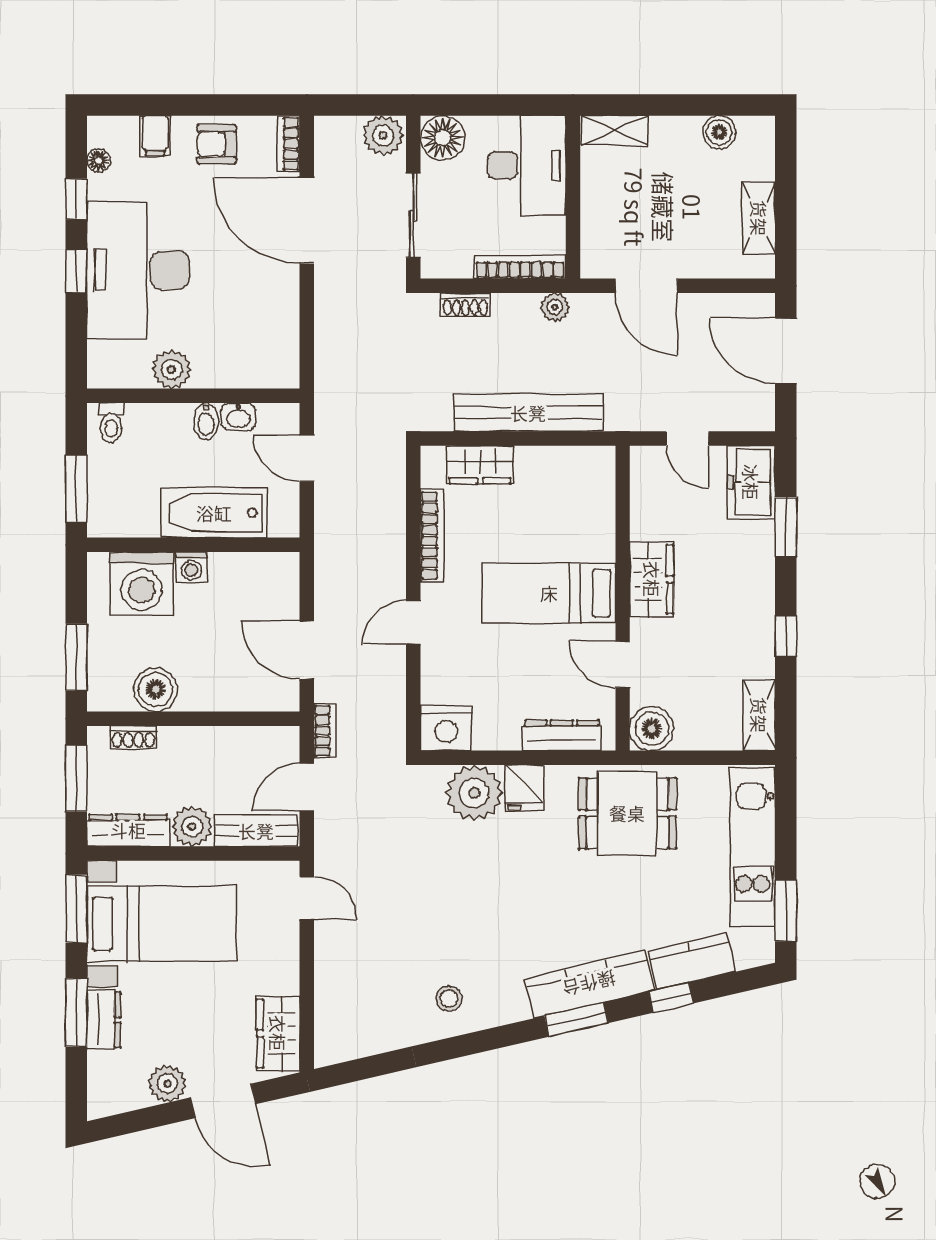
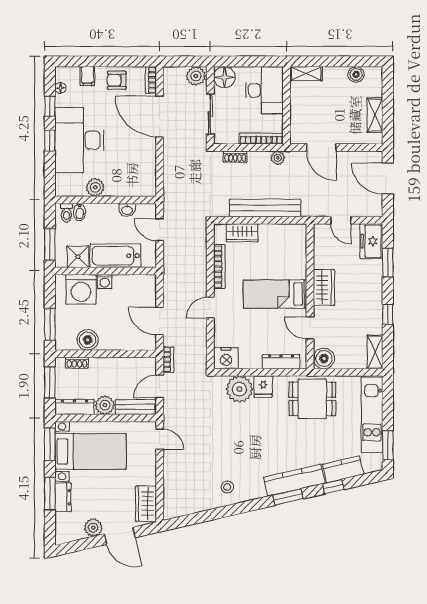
bidet: (206, 421) -> (80, 212), moved
shower: (135, 515) -> (78, 257), added

